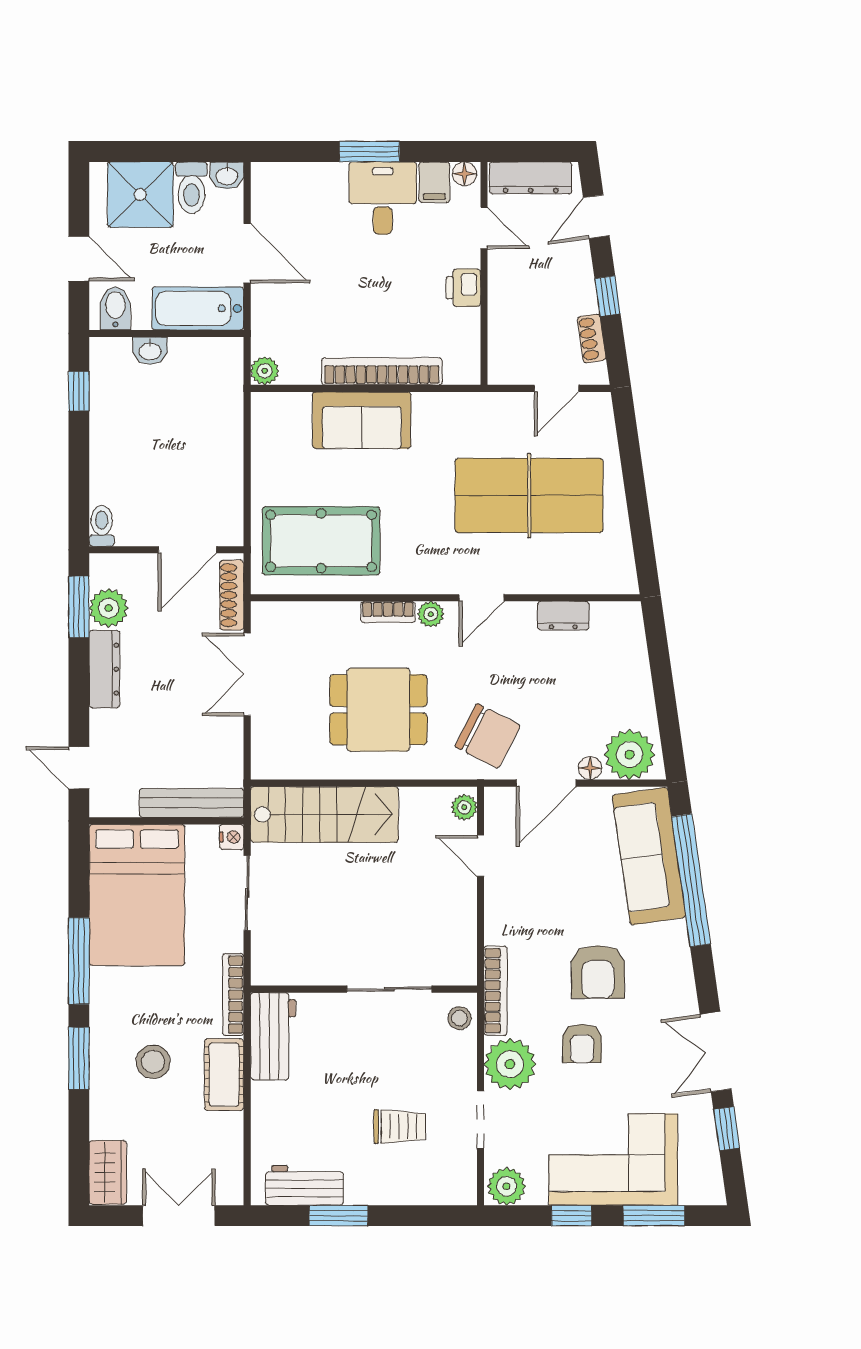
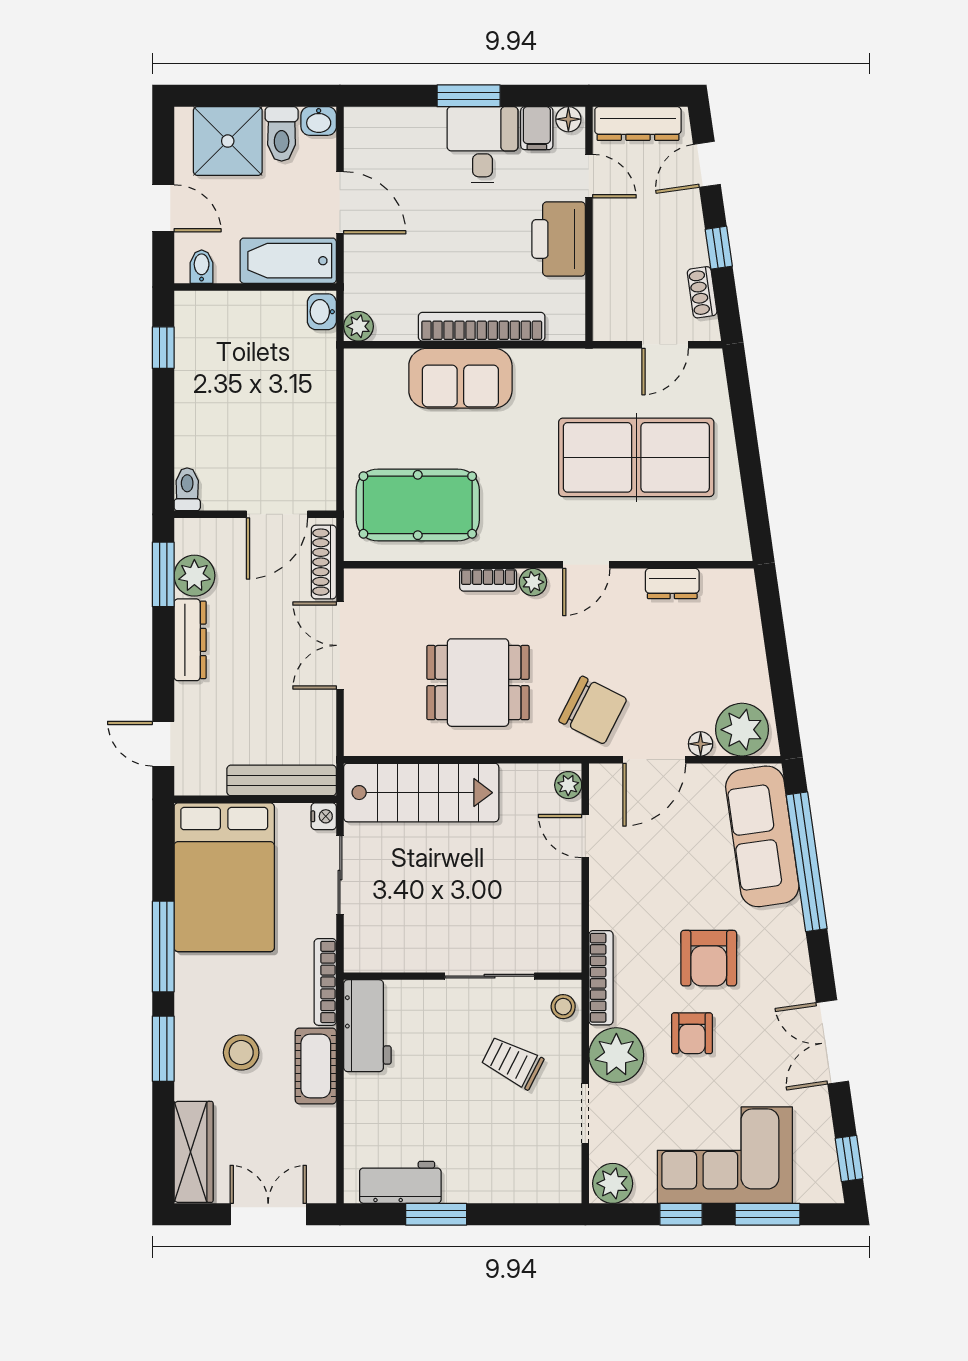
printer: (463, 288) -> (559, 239), width x1.87, depth x1.48
bidet: (115, 308) -> (202, 267), width x0.72, depth x0.74
washbasin: (150, 351) -> (322, 312), moved, turned 90
trolley: (400, 1127) -> (512, 1063), moved, turned -153
window: (727, 1129) -> (849, 1158), moved
wardrobe: (108, 1172) -> (194, 1152), width x1.50

